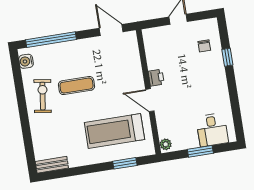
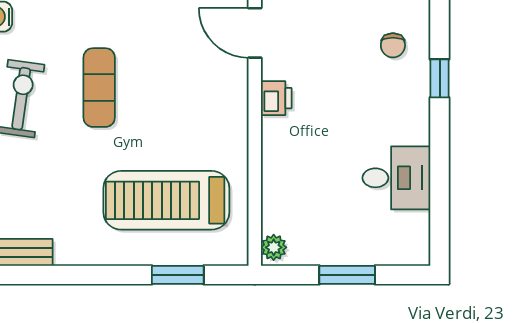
exercise mat: (77, 86) -> (99, 88), turned 90
door: (150, 100) -> (255, 33), moved
desk: (212, 130) -> (396, 178), moved, turned -90

